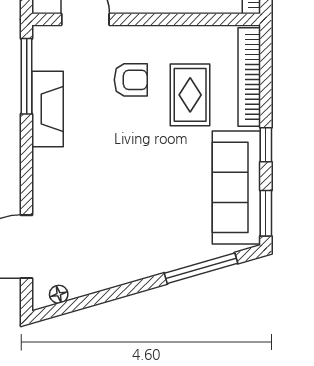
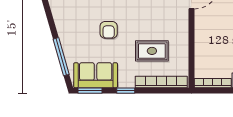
armchair: (131, 80) -> (109, 30), moved
sofa: (236, 187) -> (96, 75), width x0.73

